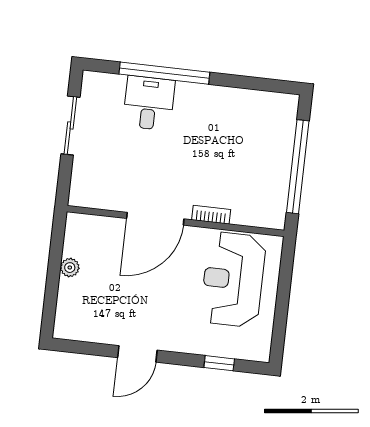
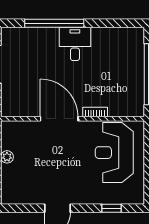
desk: (149, 103) -> (75, 44), moved
door: (155, 219) -> (59, 119), swing flipped

